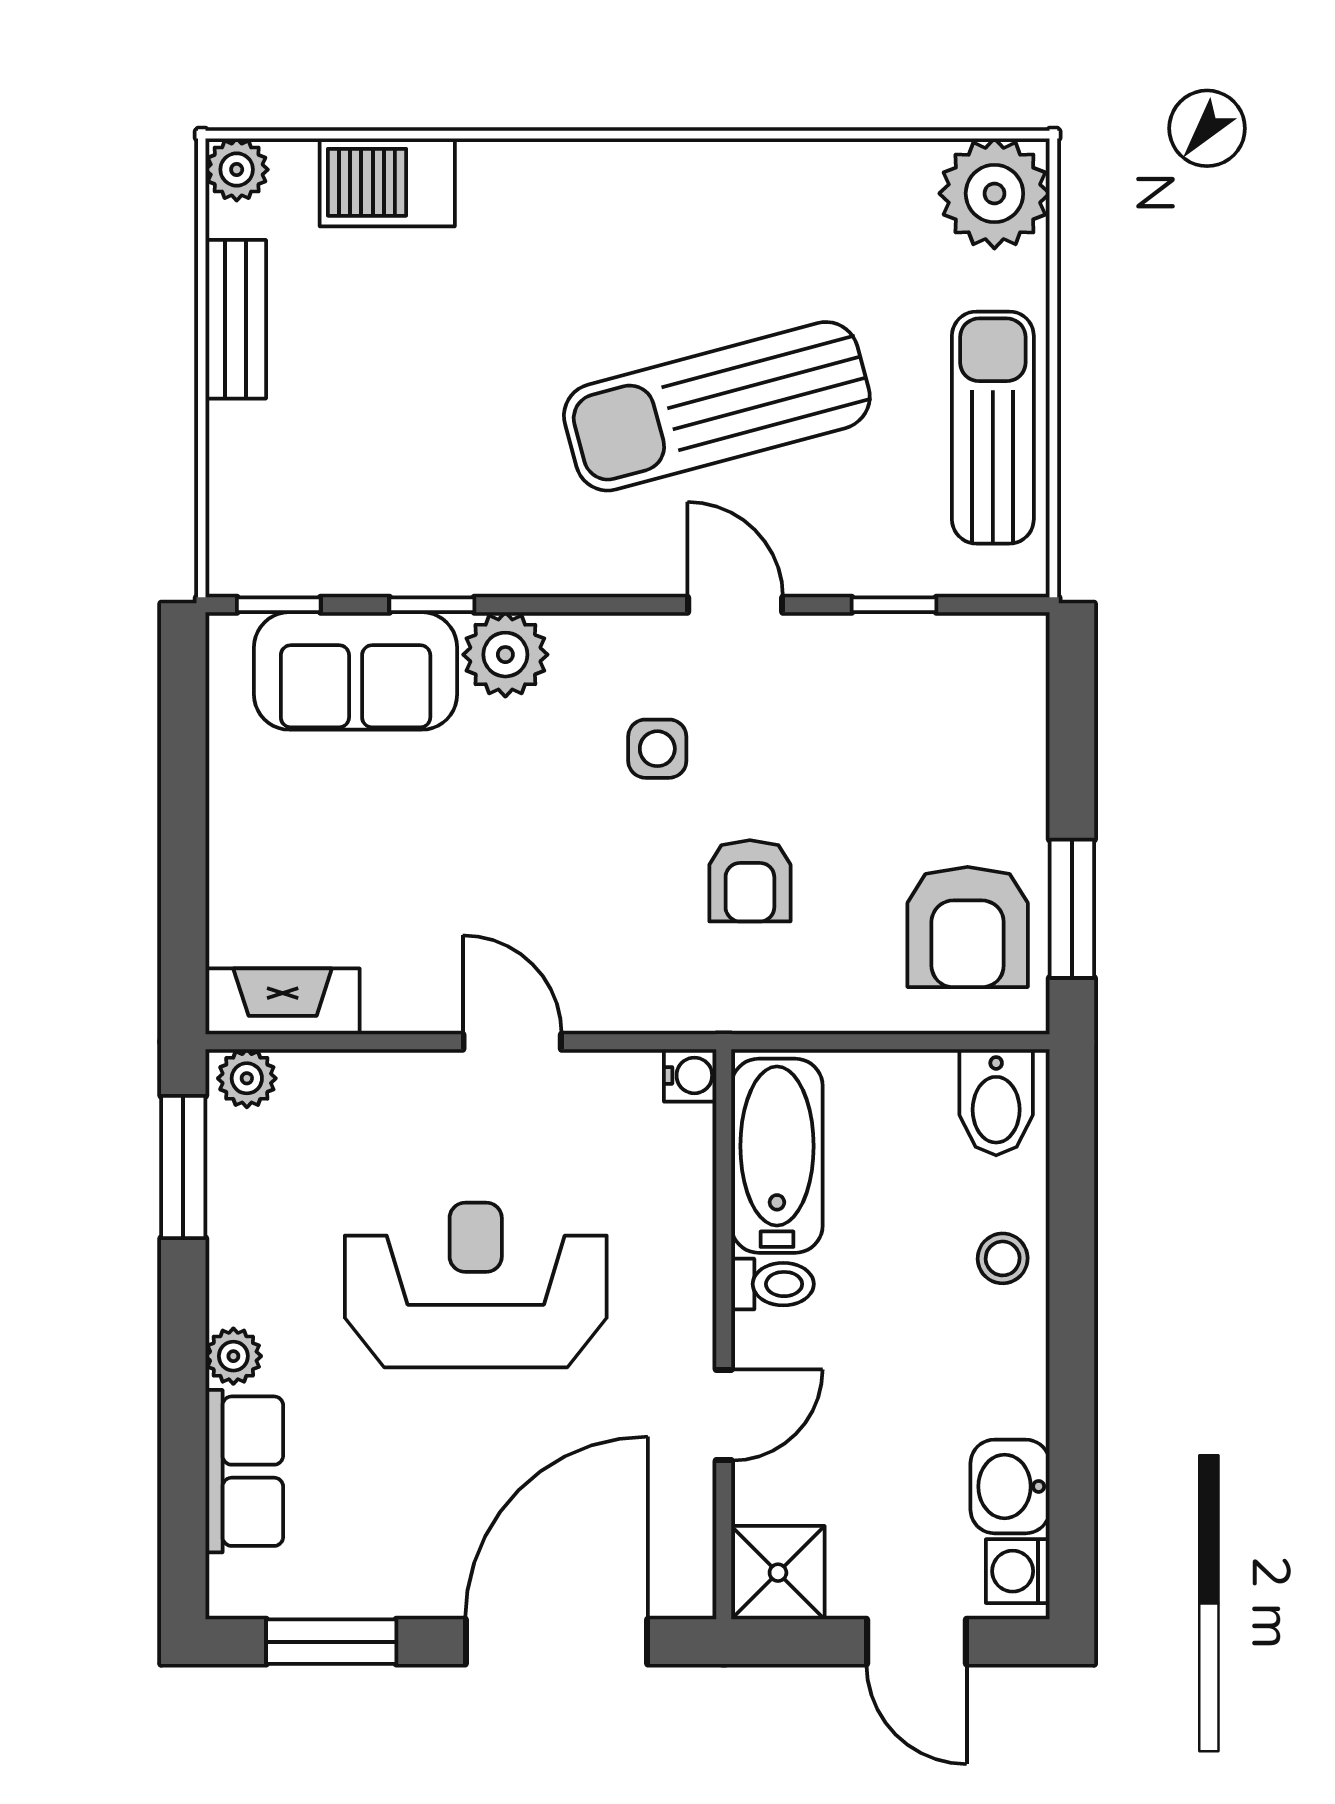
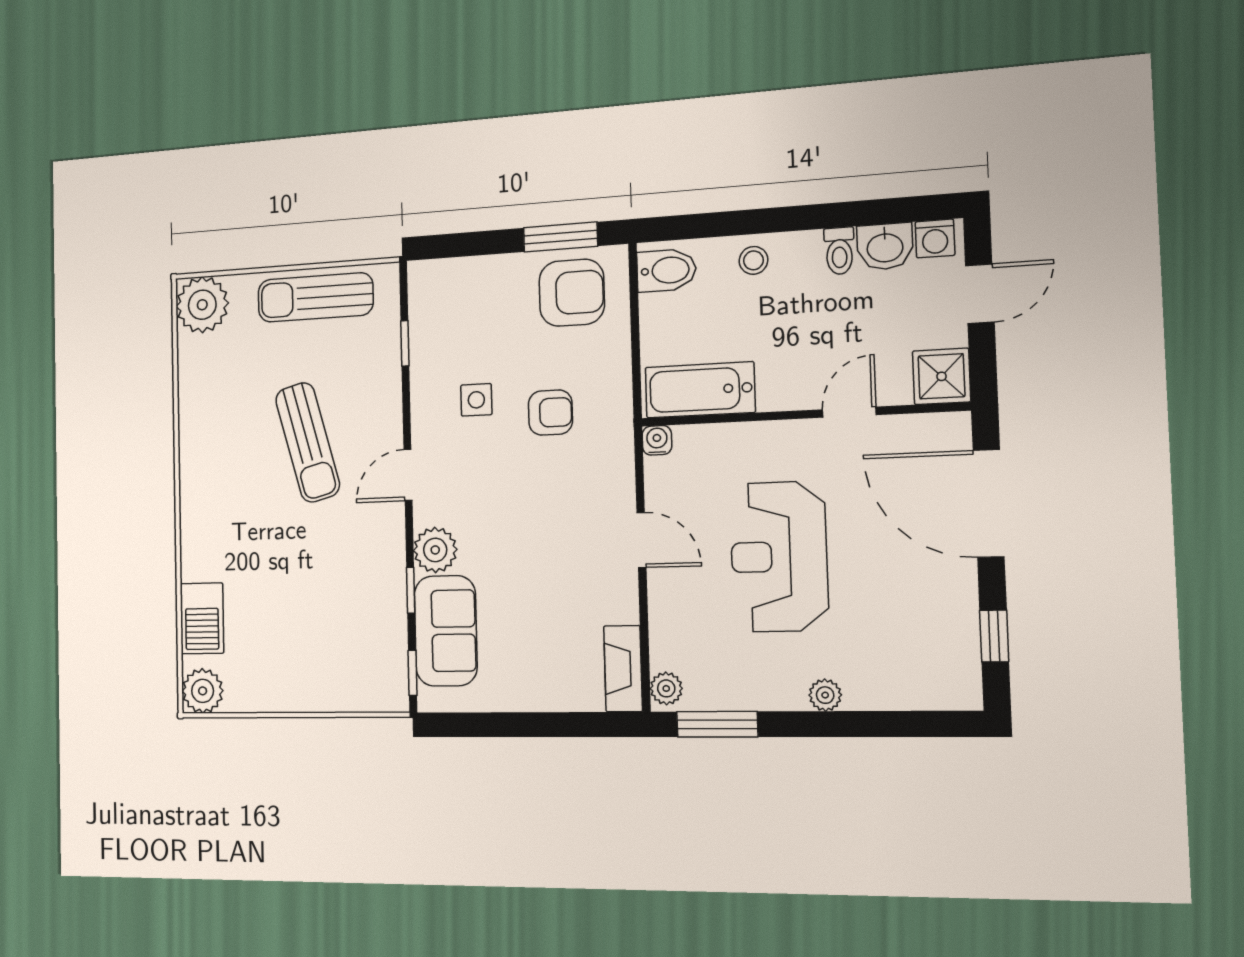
plant: (237, 170) -> (203, 691), width x1.38, depth x1.38
bench: (236, 319) -> (270, 697), removed
sun lounger: (717, 406) -> (308, 442), width x0.73, depth x0.75
door: (735, 605) -> (408, 475), moved
side table: (657, 749) -> (476, 400), moved
door: (512, 1042) -> (641, 540), swing flipped
toilet: (773, 1284) -> (839, 251), moved, turned 180
door: (724, 1415) -> (849, 412), hinge flipped
row of seats: (244, 1471) -> (893, 688), removed
window: (331, 1642) -> (994, 636), width x0.67

